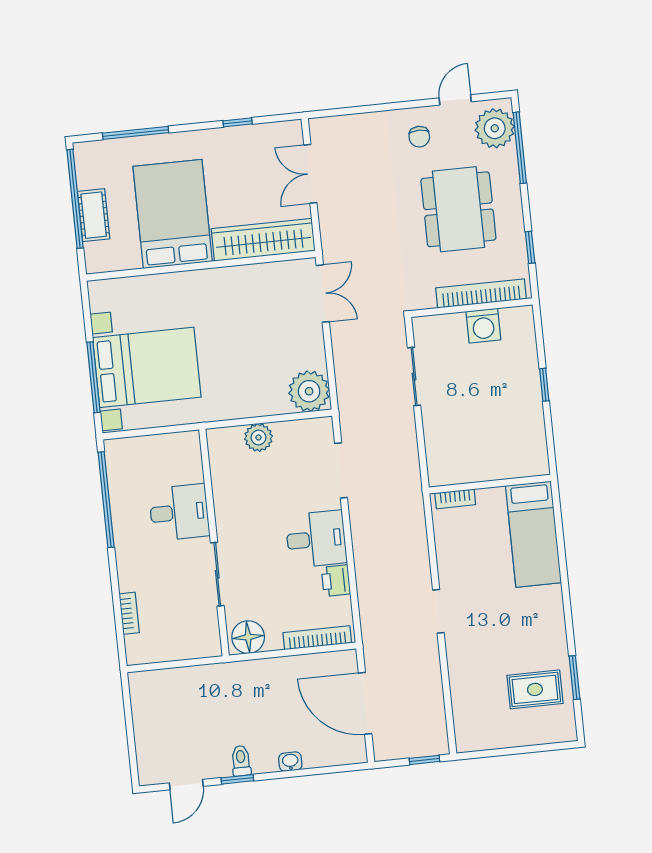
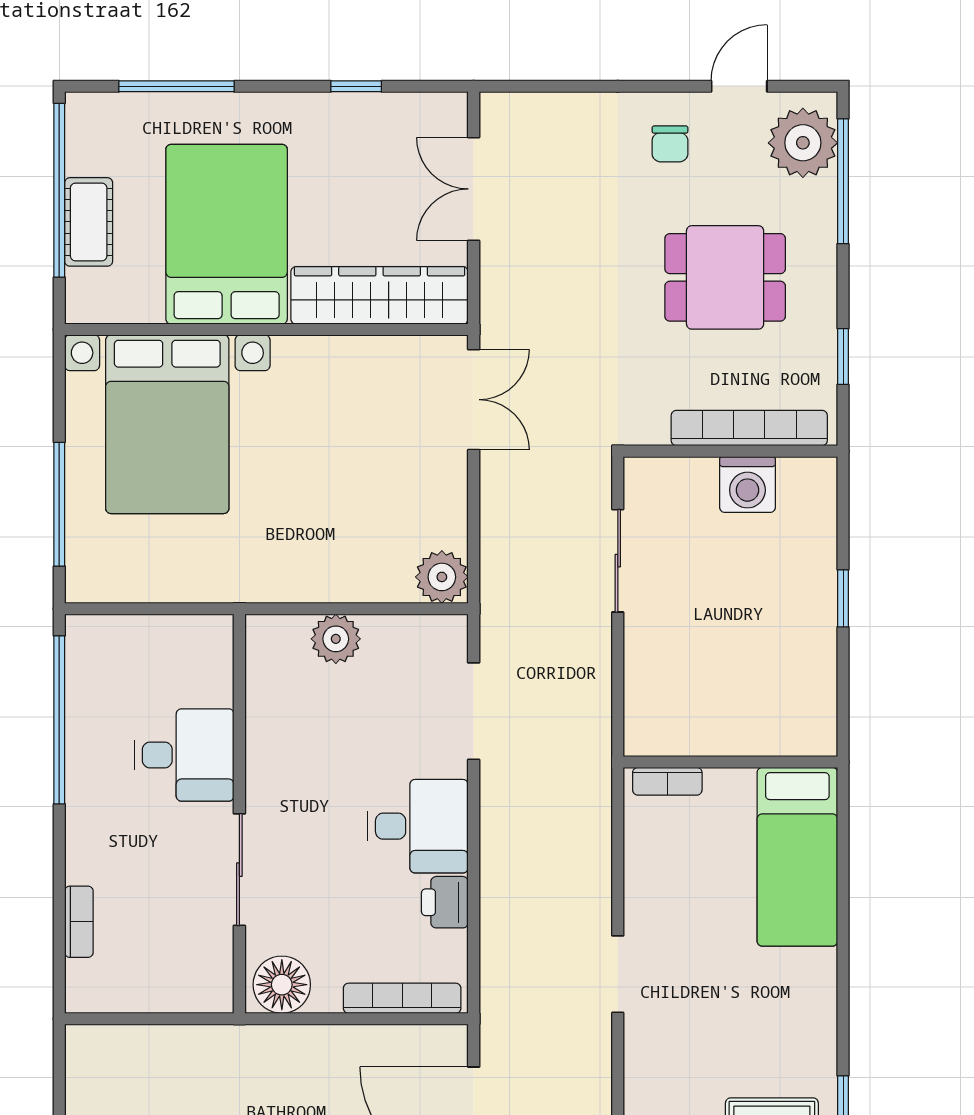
dining table: (458, 209) -> (725, 277), width x0.73
bed with nightstands: (147, 367) -> (167, 424), moved, turned 90
plant: (309, 391) -> (442, 577), width x0.73, depth x0.73

